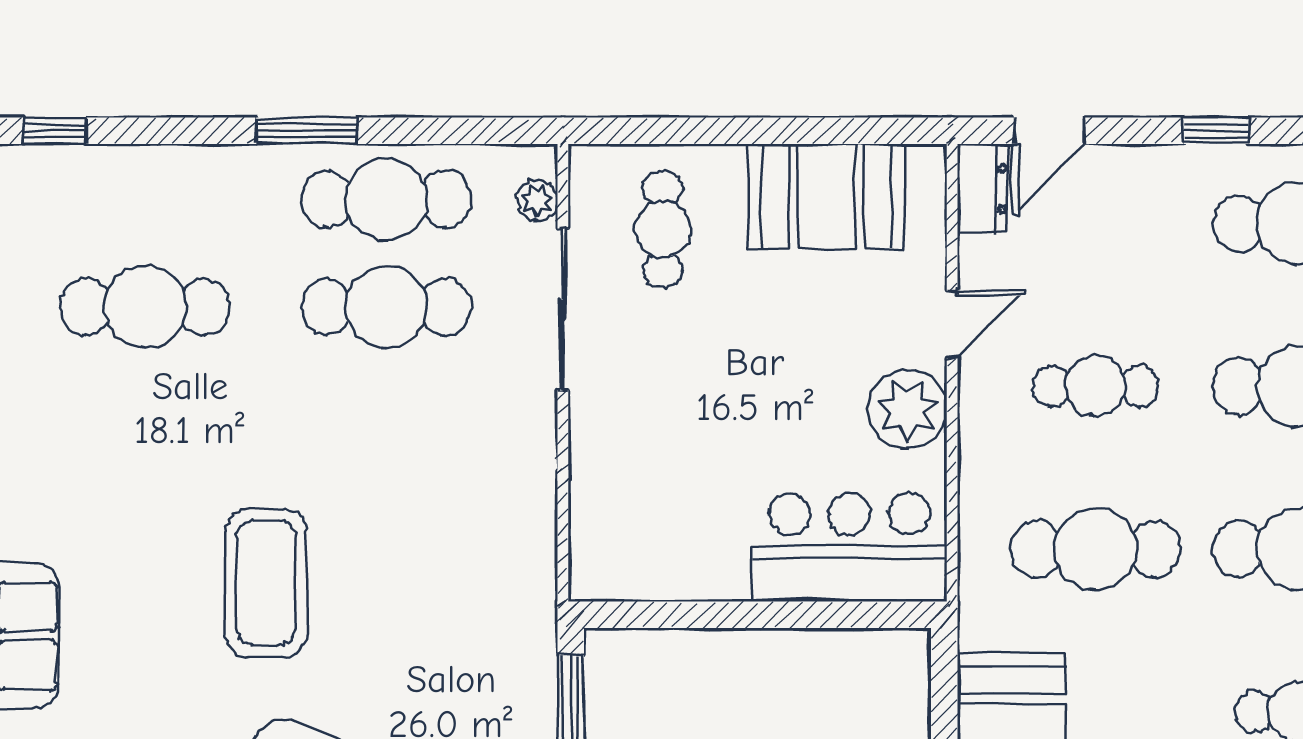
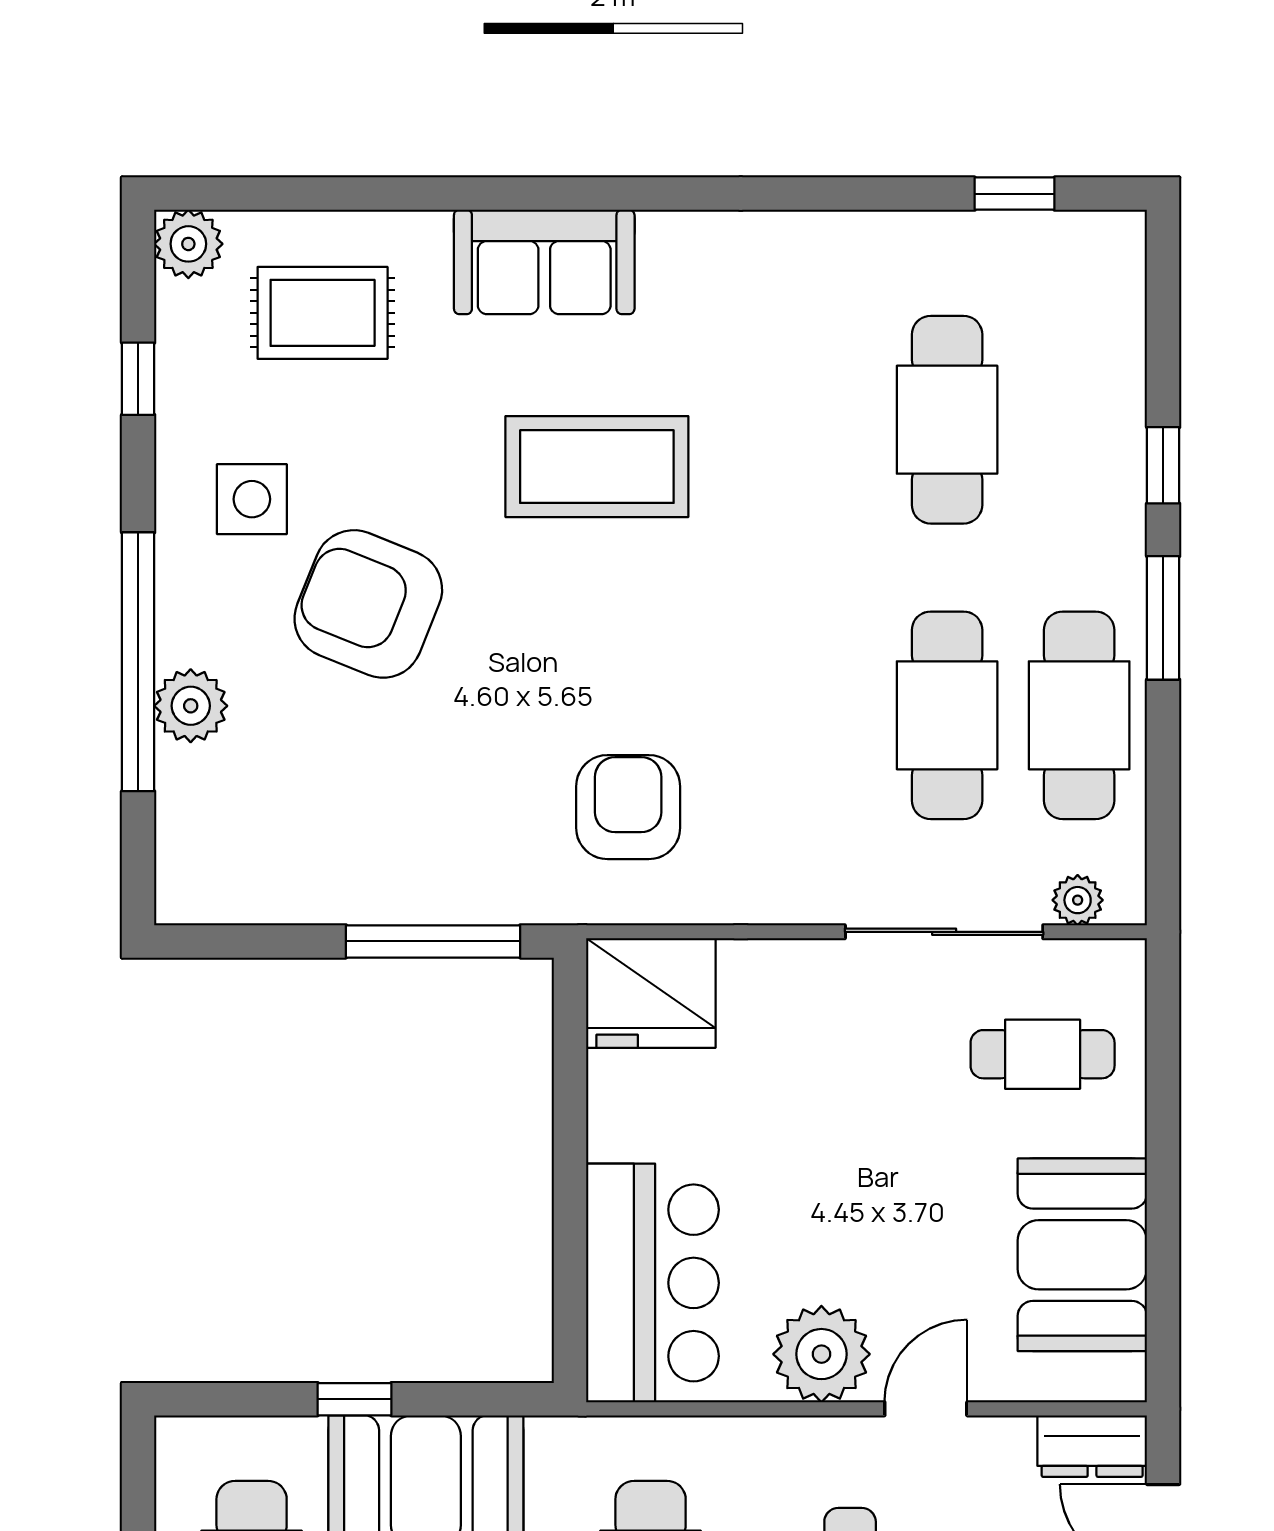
window: (55, 131) -> (1163, 465), moved
door: (952, 324) -> (926, 1409), swing flipped
fridge: (613, 549) -> (651, 993), added
armchair: (461, 567) -> (628, 807), added
coffee table: (266, 583) -> (597, 467), moved

